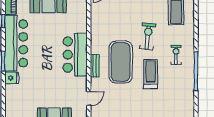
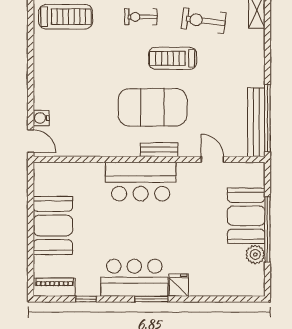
exercise bike: (148, 36) -> (204, 21), moved
bar counter: (16, 43) -> (134, 278), width x0.73

